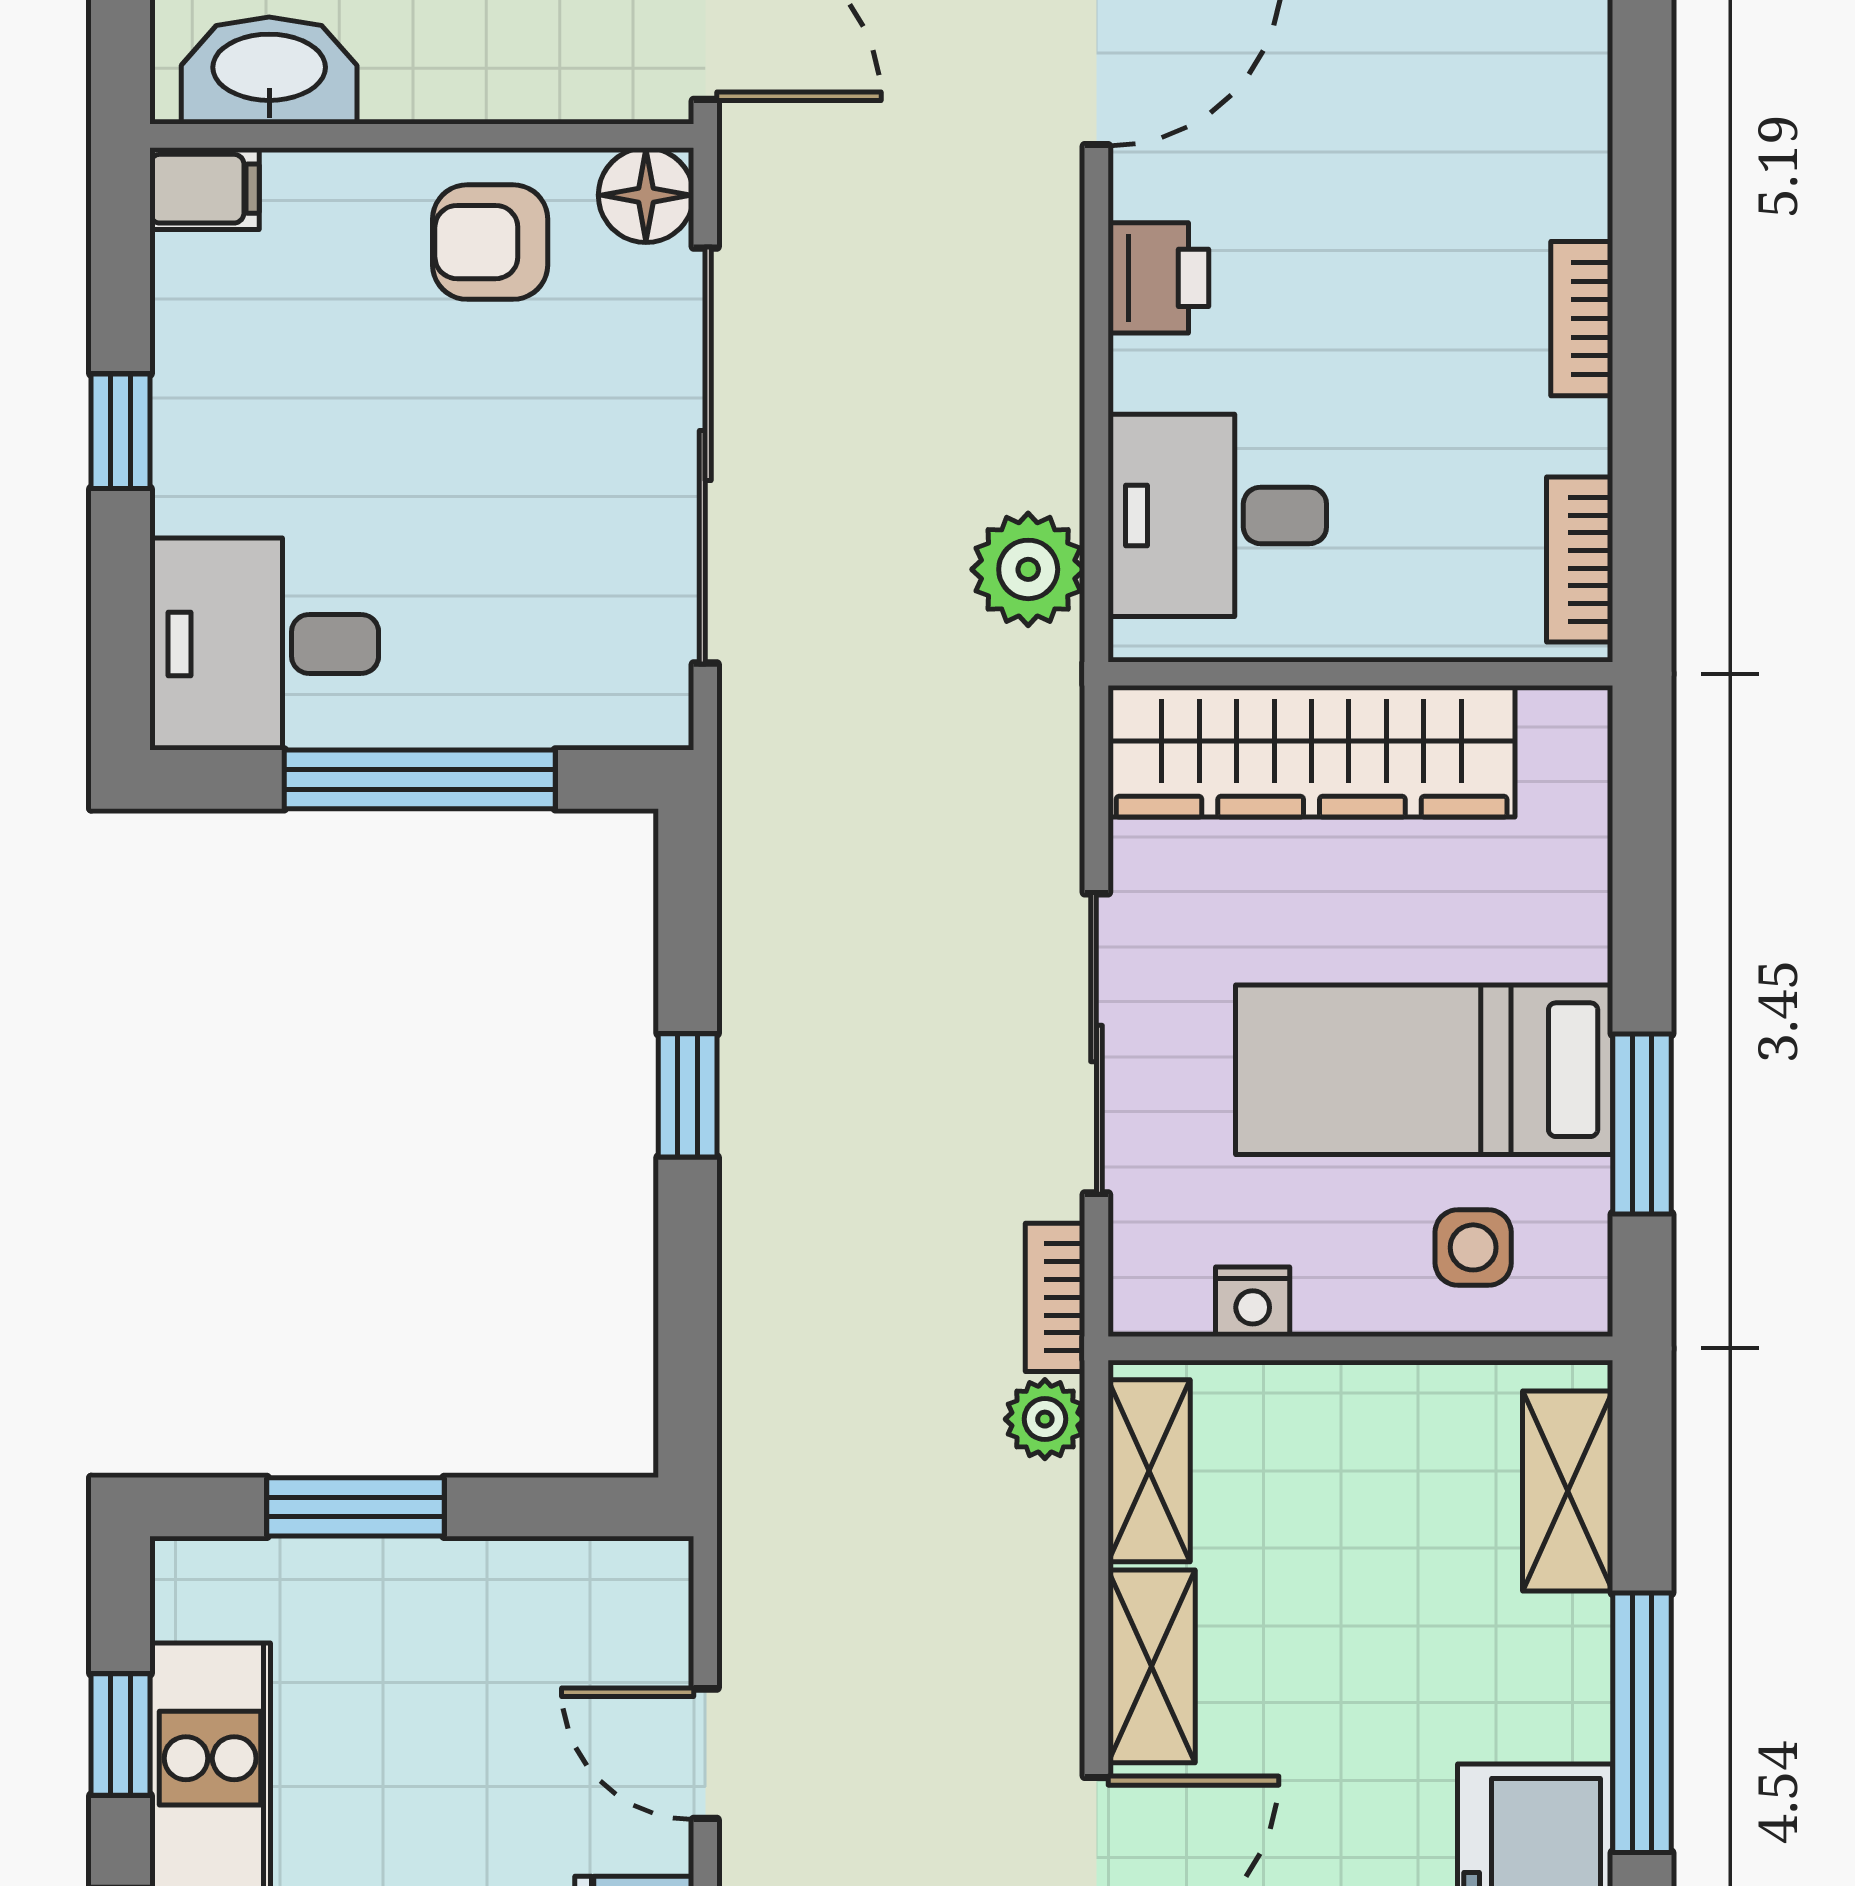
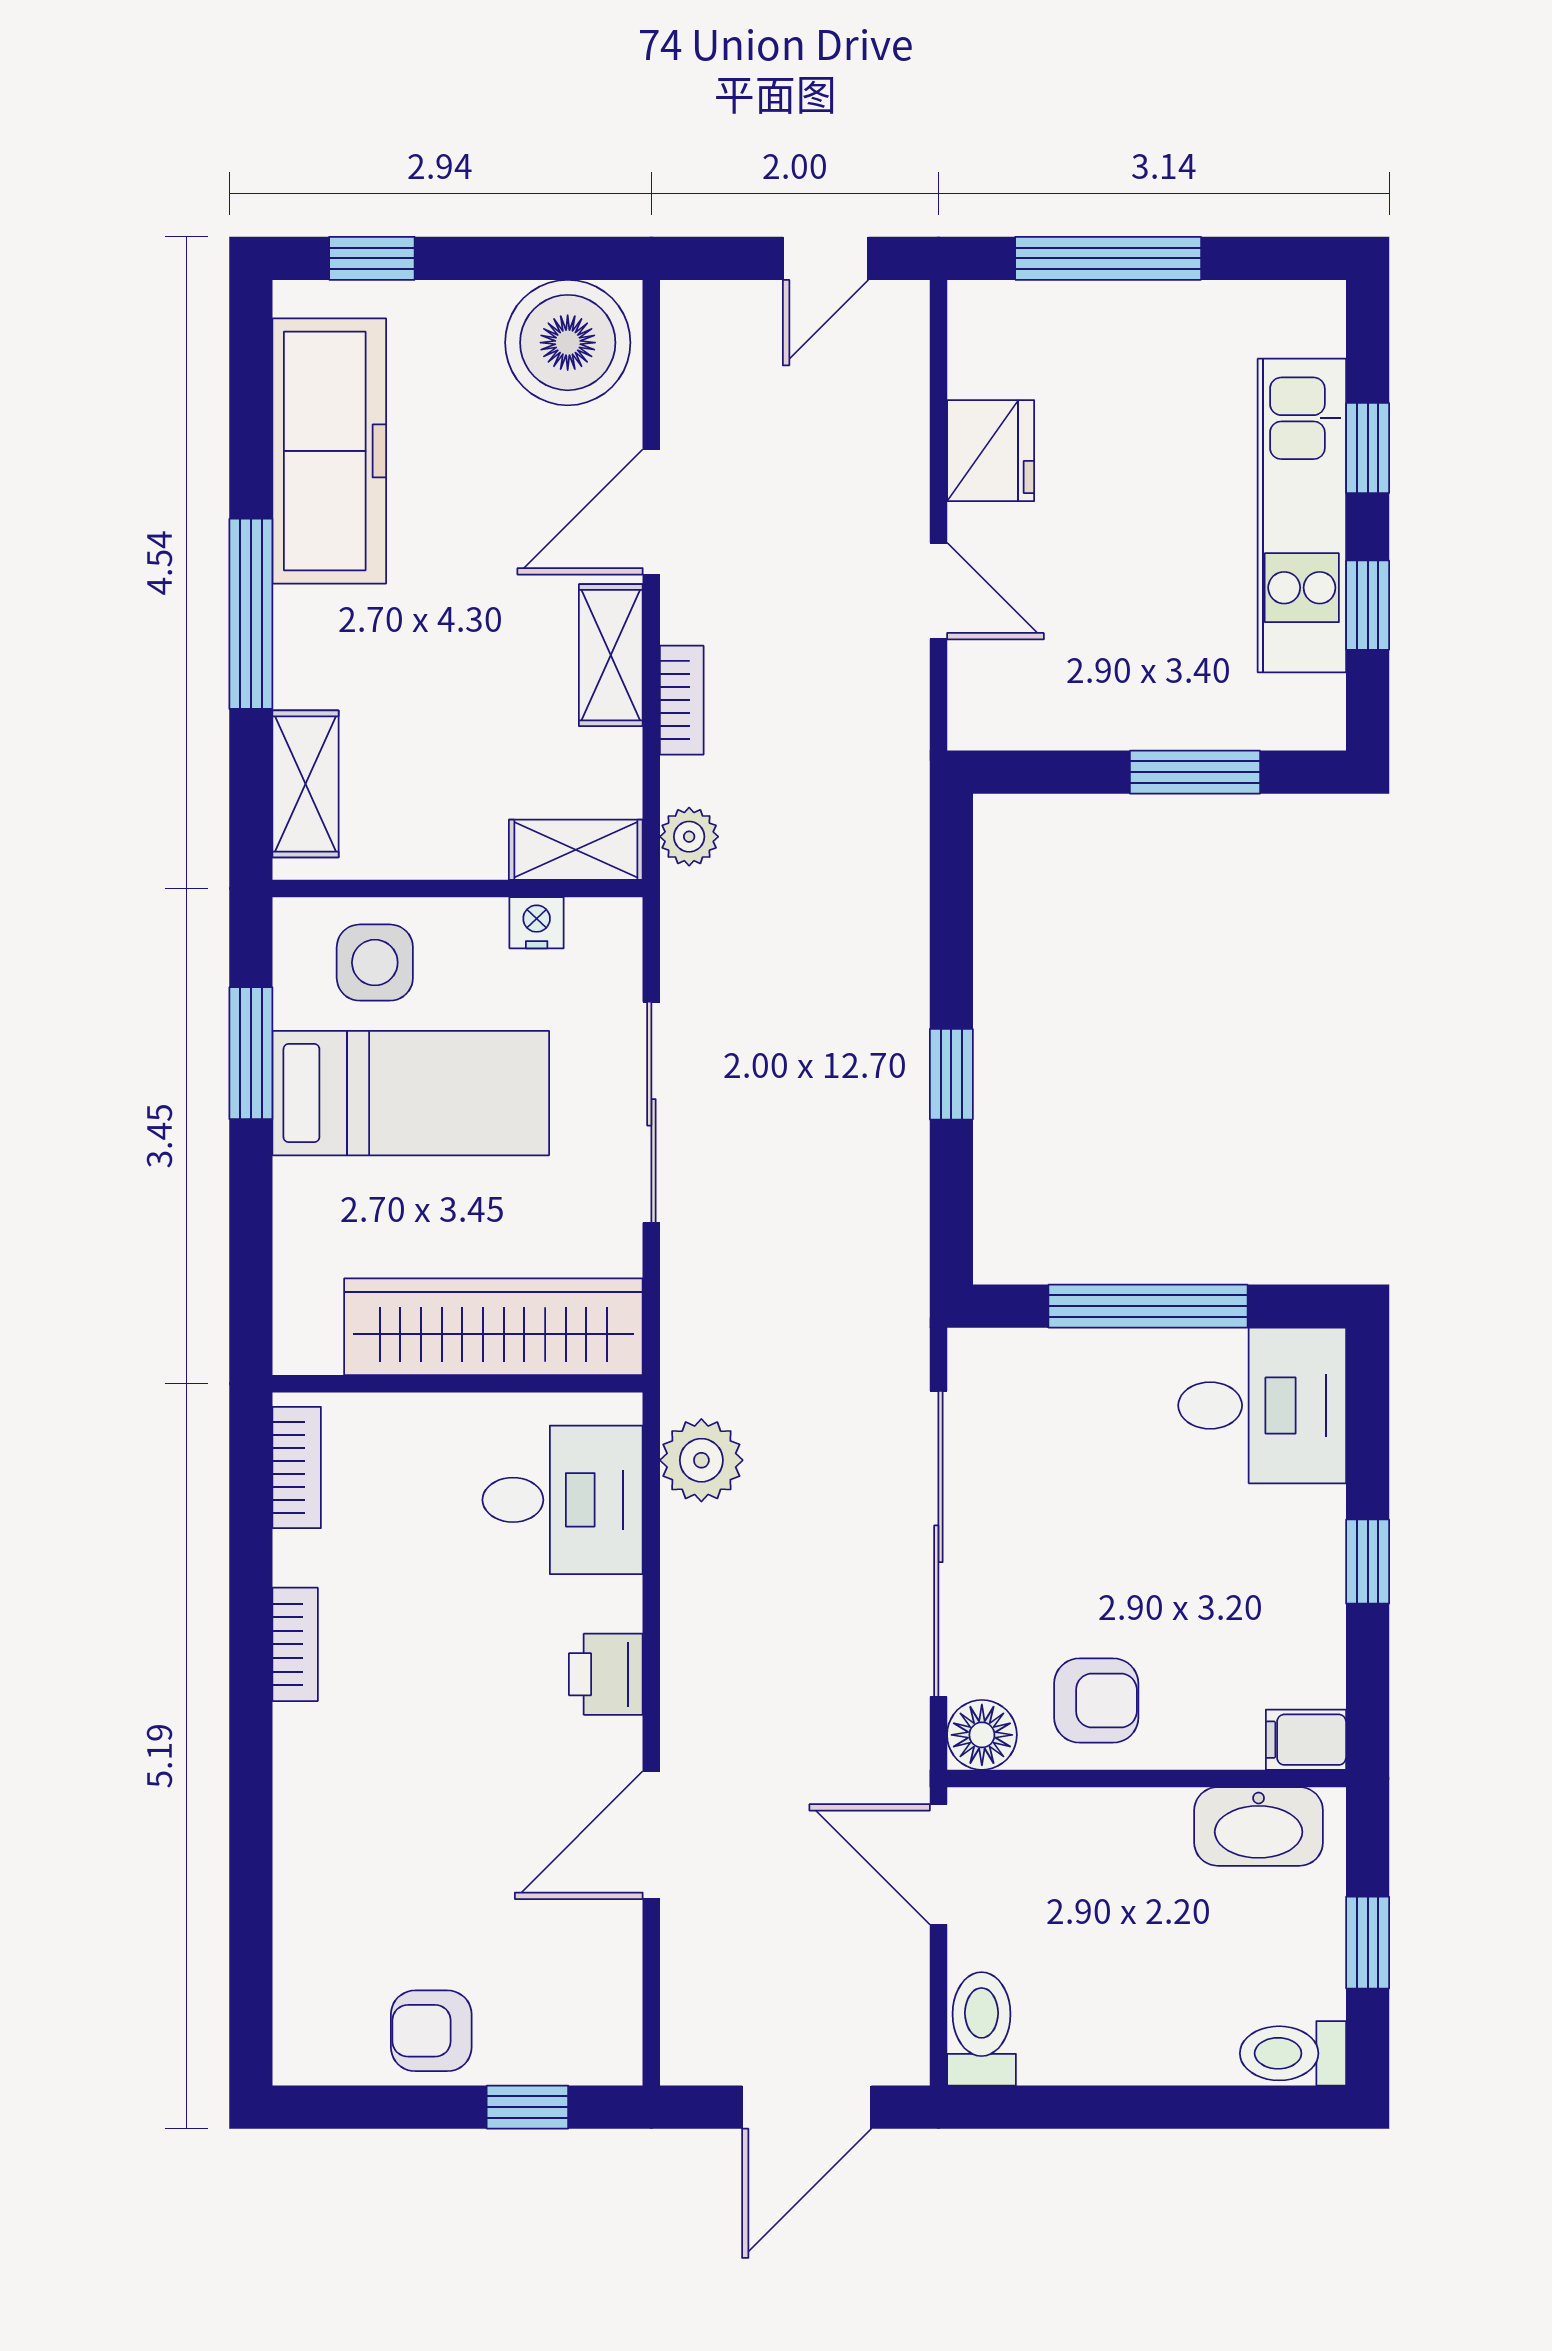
side table: (1473, 1247) -> (375, 963), width x1.37, depth x1.37
bookcase: (1055, 1297) -> (682, 700), moved
shelving: (1149, 1471) -> (576, 850), moved, turned 90

